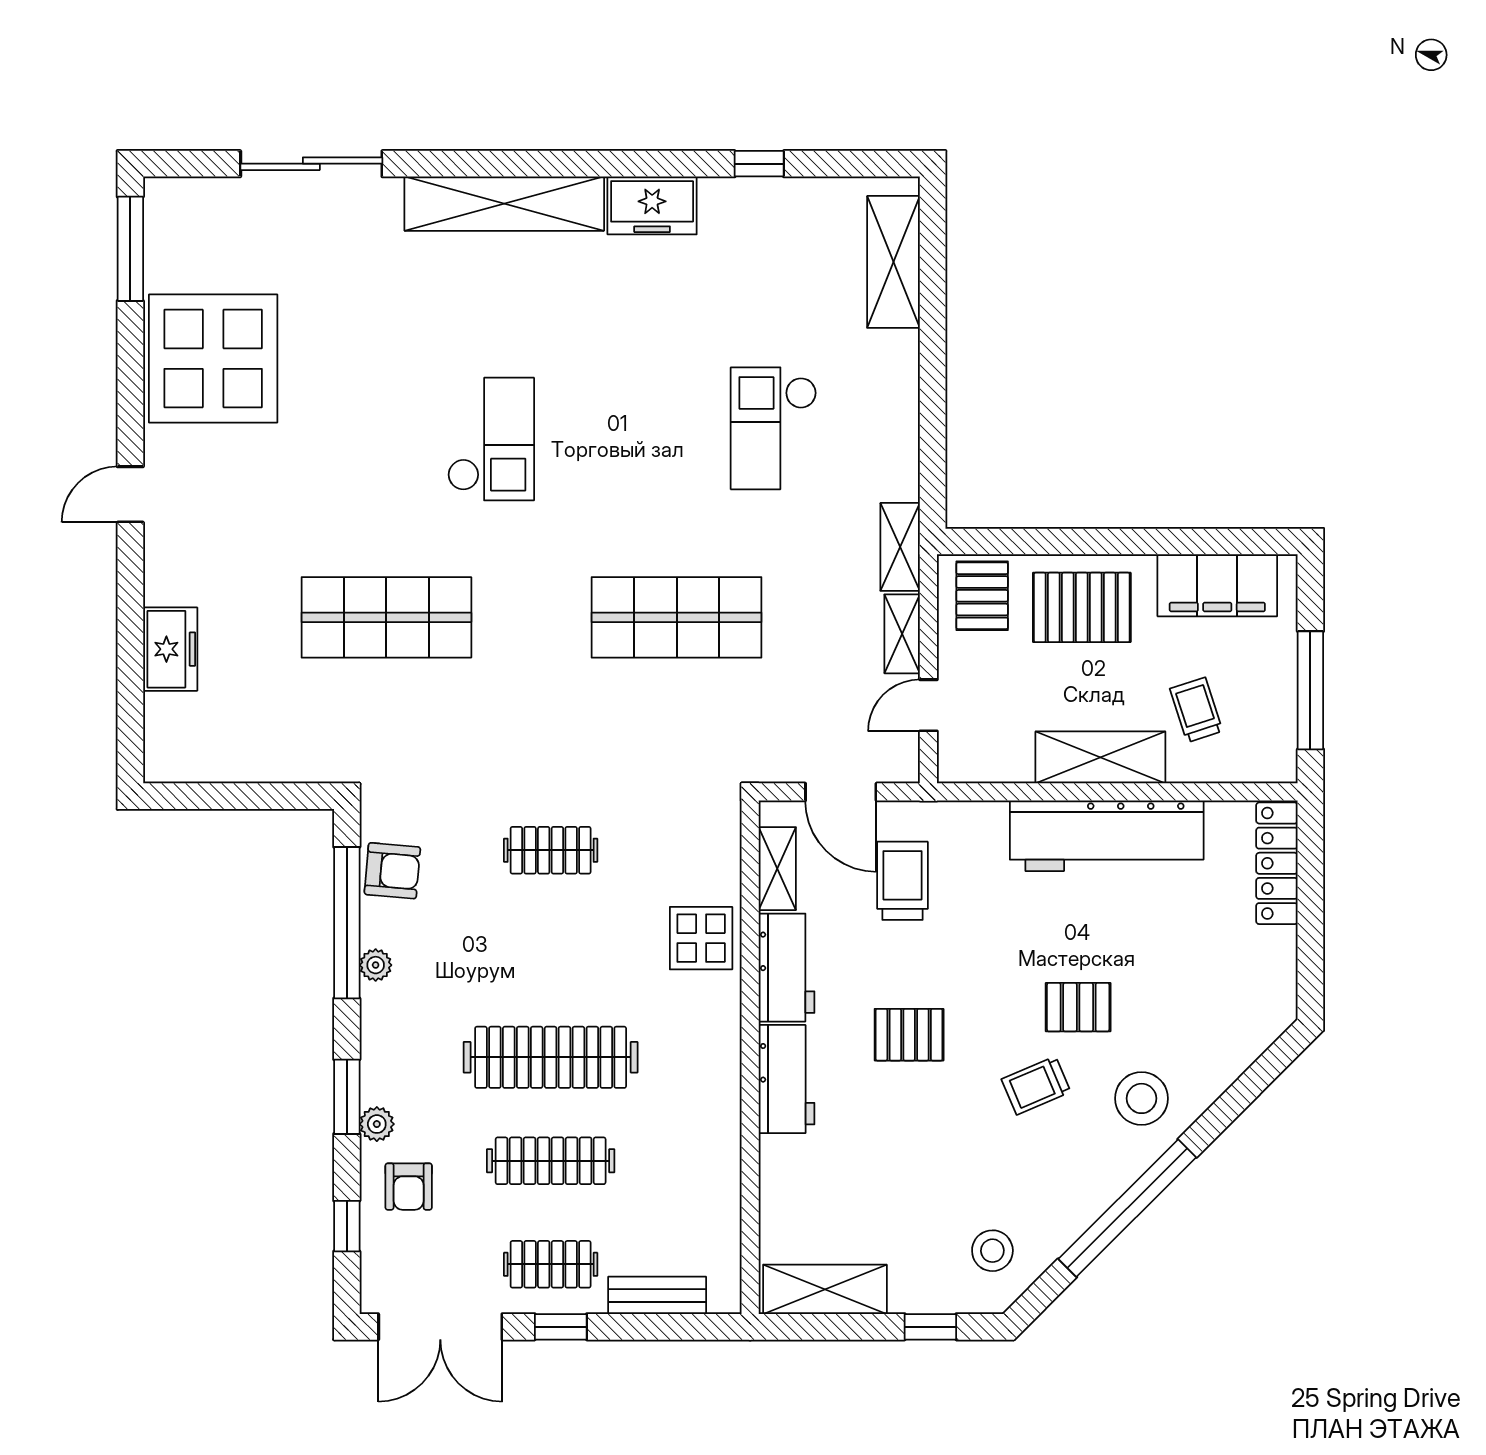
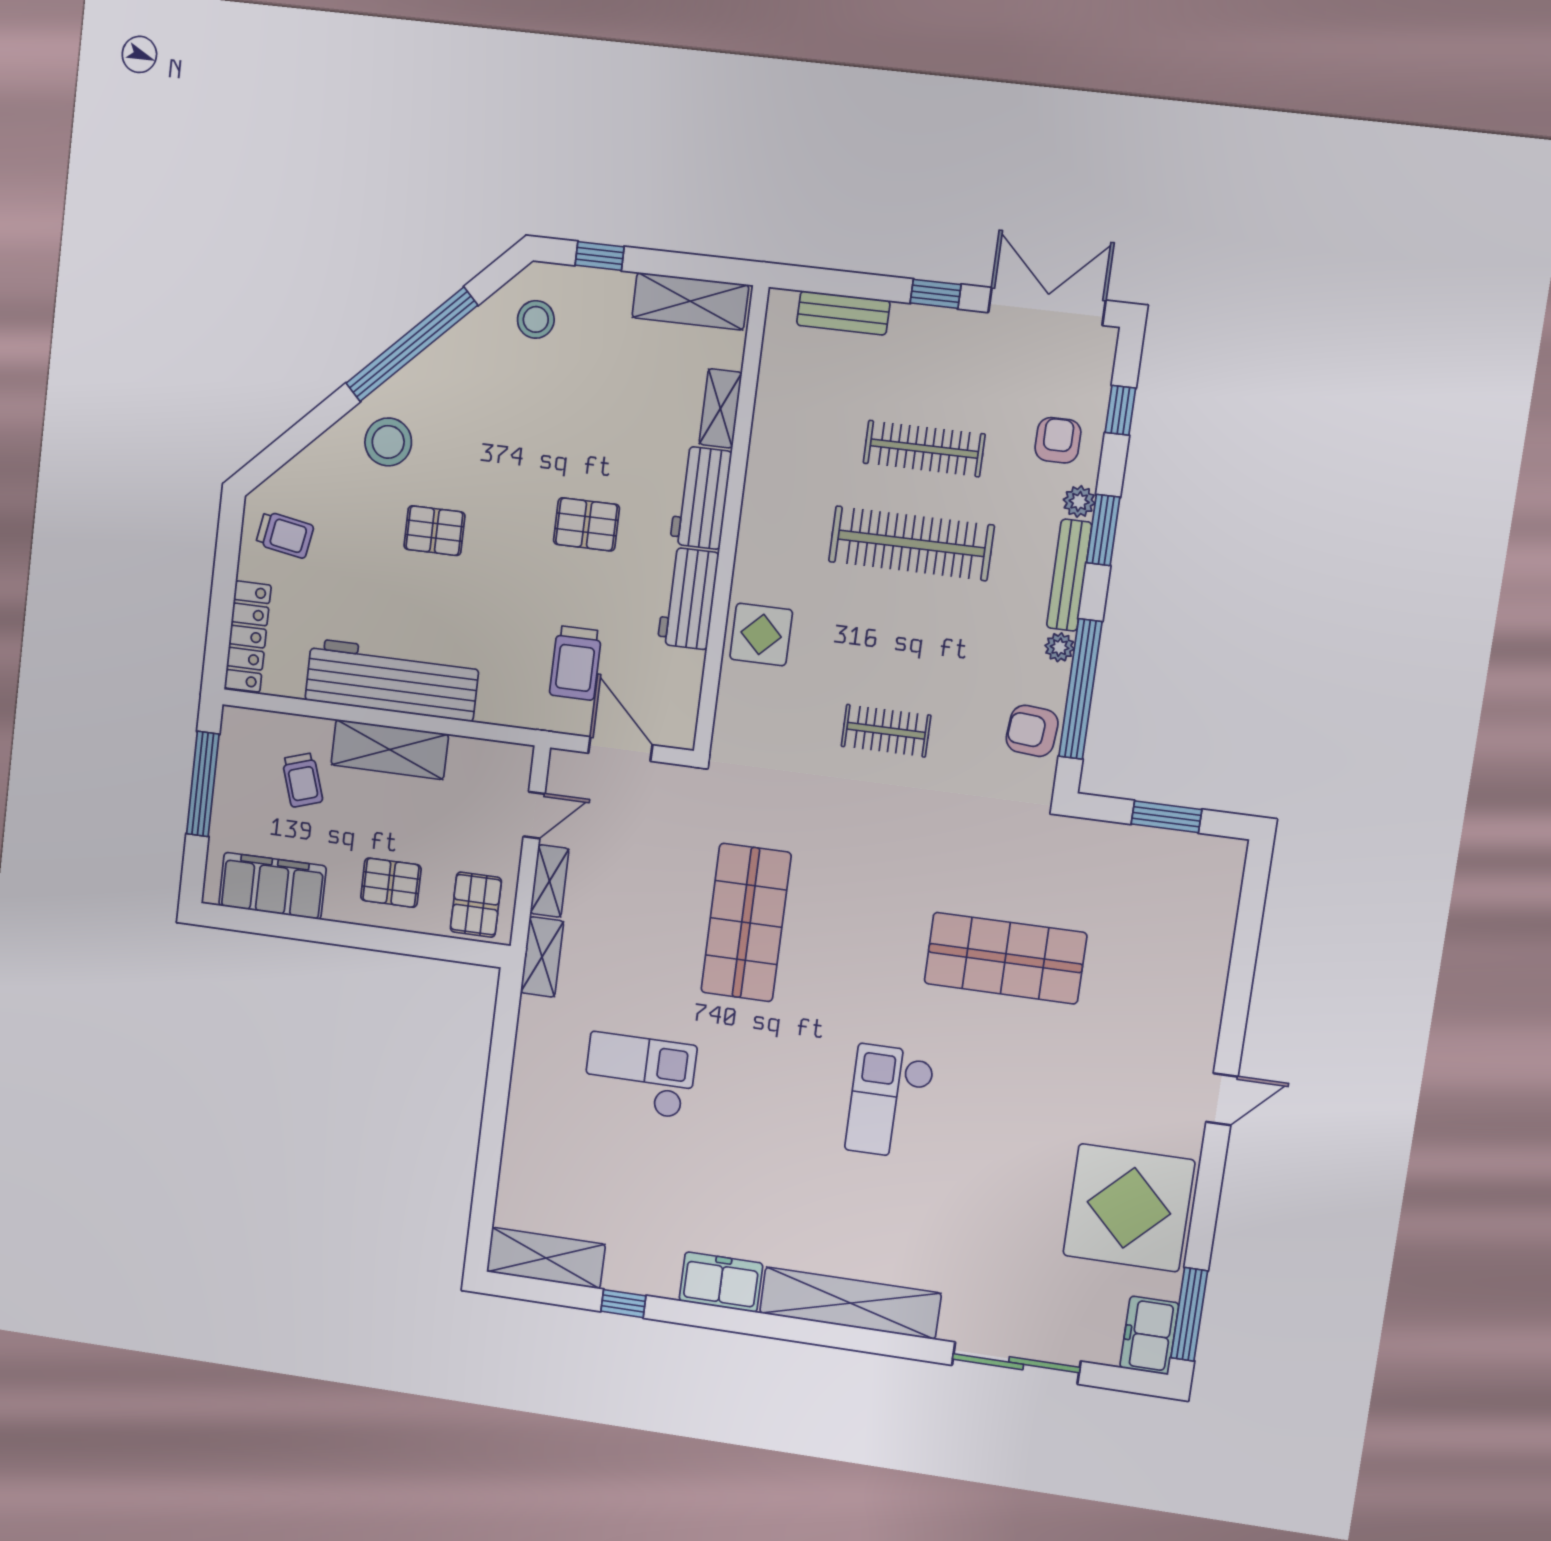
shelving: (894, 262) -> (546, 1258), moved, turned 90
checkout: (774, 428) -> (640, 1075), turned -90
pallet: (1082, 607) -> (391, 883), width x0.67, depth x0.71
shop shelf: (677, 617) -> (746, 923), turned 90
freezer: (170, 649) -> (1149, 1335), moved
window: (235, 796) -> (1166, 817), added
shelving: (777, 869) -> (720, 408), moved
bench: (376, 1044) -> (1069, 575), added
trolley: (1036, 1086) -> (285, 535), moved, turned 33
clothes rail: (551, 1264) -> (937, 353), removed

